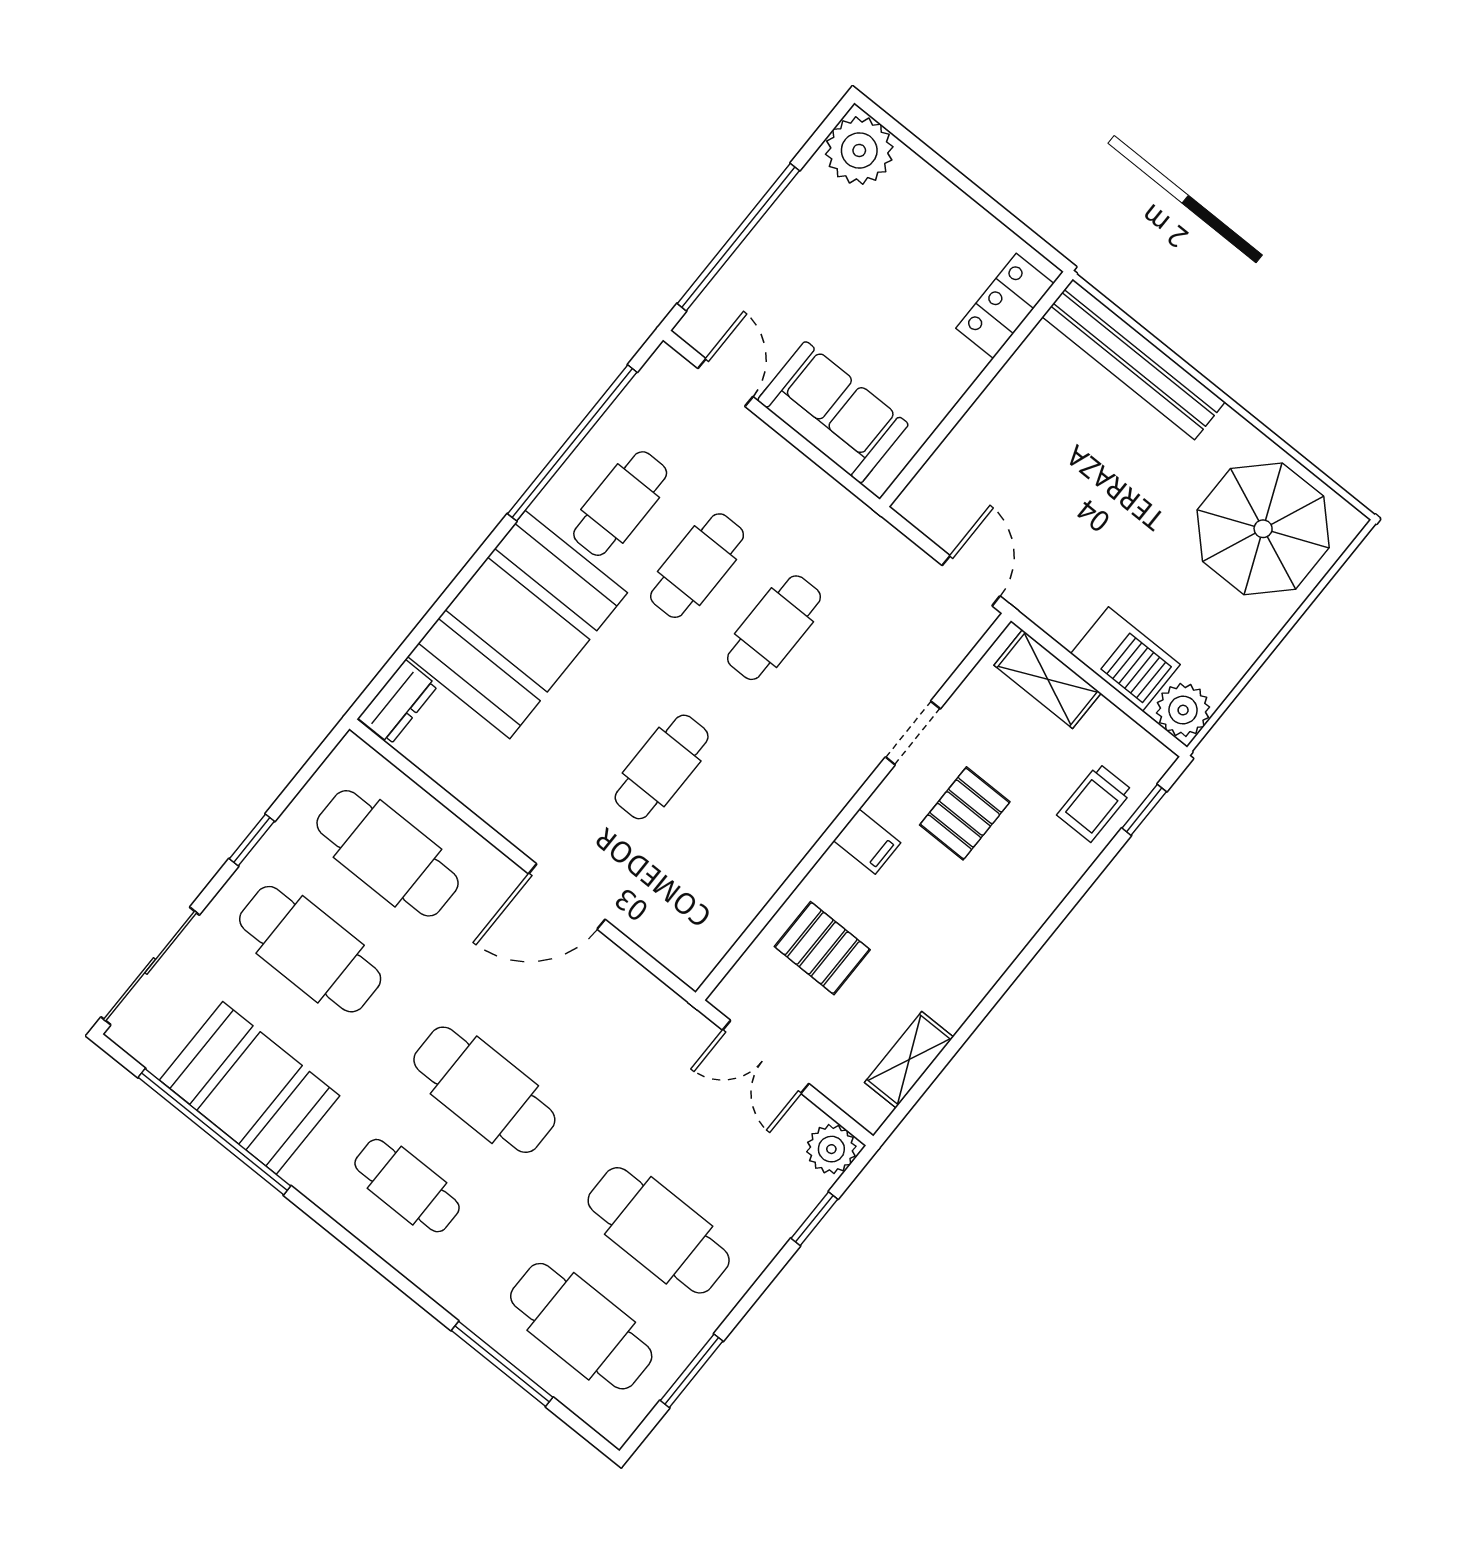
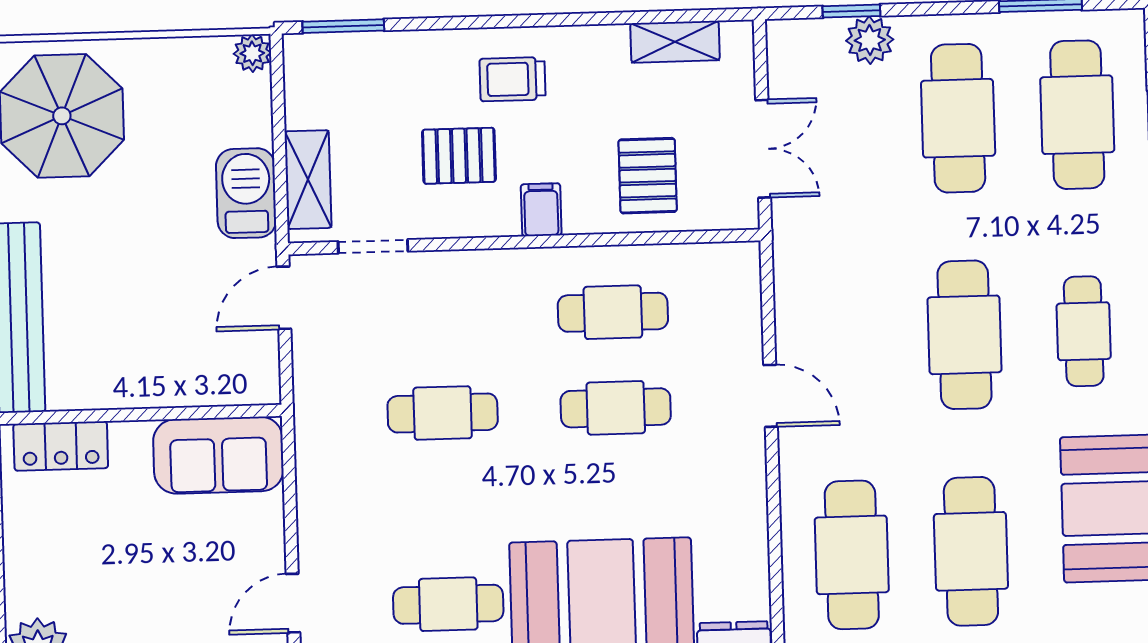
sofa: (833, 412) -> (218, 455), moved, turned -90
cafe table: (697, 566) -> (613, 312), moved
barbecue: (1125, 659) -> (246, 193), moved
plant: (1183, 710) -> (252, 53), width x0.73, depth x0.73
doorway: (913, 733) -> (373, 246), moved
trolley: (1095, 803) -> (512, 79), moved, turned 180
window: (1144, 810) -> (343, 26), width x1.50
door: (567, 897) -> (771, 396), width x0.73
plant: (831, 1149) -> (870, 40), moved

